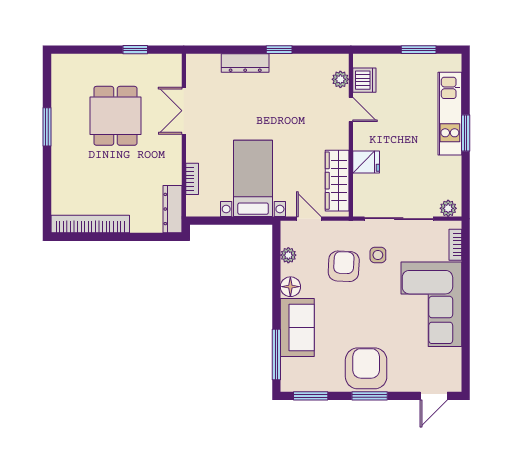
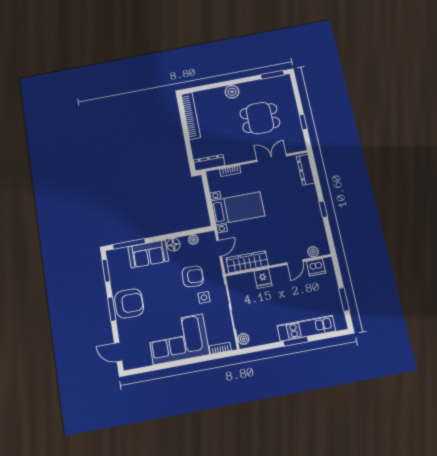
dresser: (245, 63) -> (305, 170), moved
window: (47, 127) -> (272, 75), moved
plant: (63, 151) -> (232, 92), added

